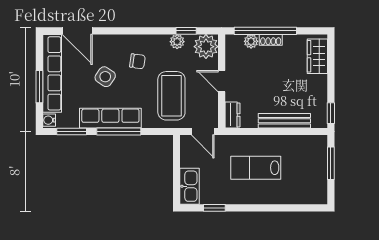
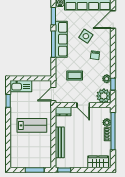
door: (222, 81) -> (83, 105), swing flipped
coffee table: (171, 96) -> (75, 75), width x0.54, depth x0.58
lab bench: (256, 168) -> (32, 125), turned 90

